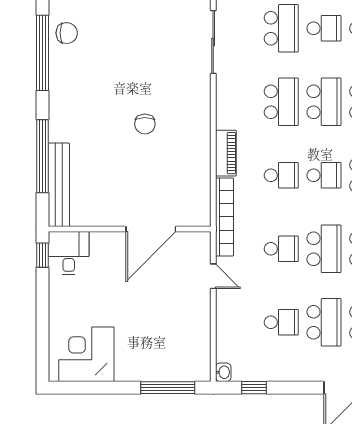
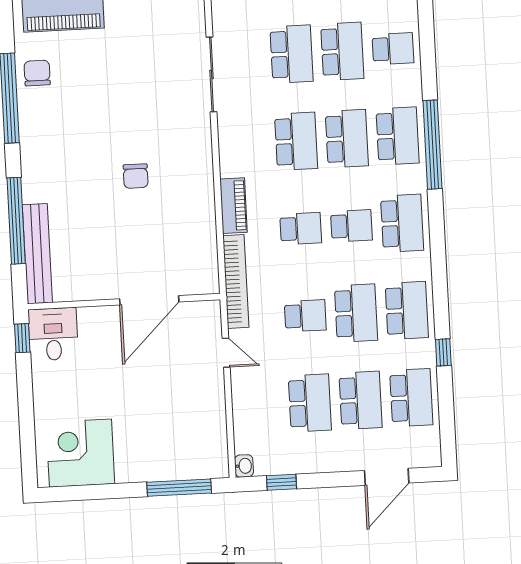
school desk: (324, 28) -> (342, 51), width x1.85
chair: (67, 33) -> (37, 73), turned -90
school desk: (281, 322) -> (310, 403), width x1.85

